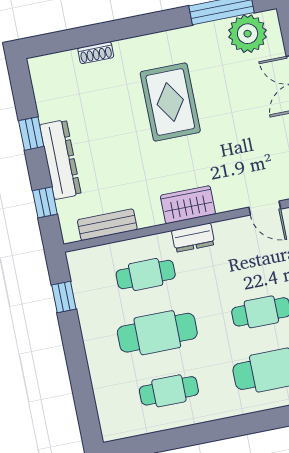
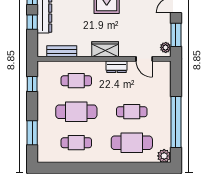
window: (45, 202) -> (32, 22), moved
dresser: (193, 238) -> (116, 67), moved
window: (82, 389) -> (32, 133), added

